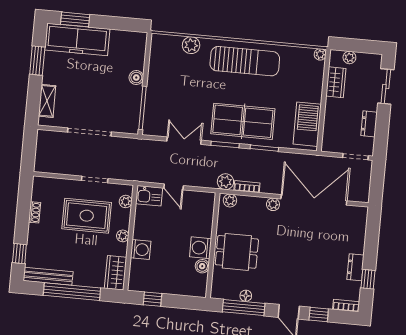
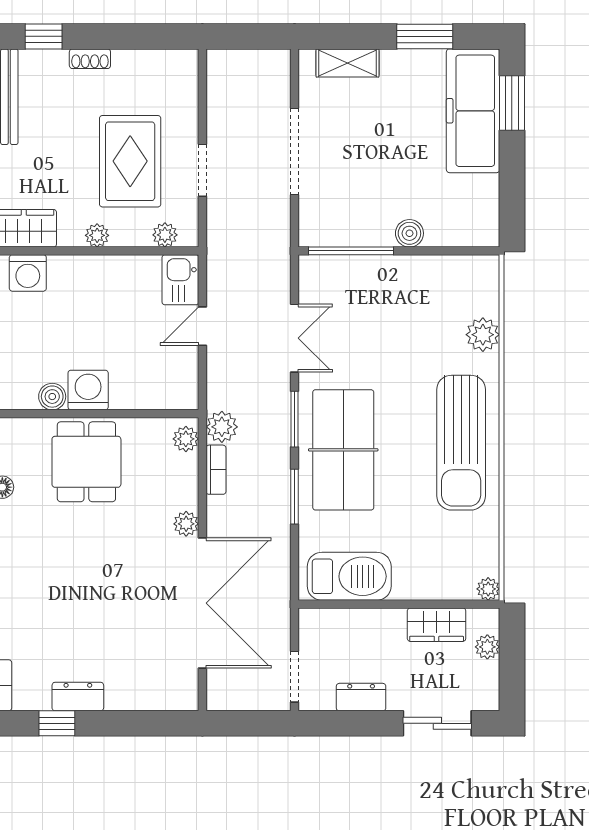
shoe rack: (35, 212) -> (90, 59), moved
washing machine: (141, 249) -> (28, 273), moved

